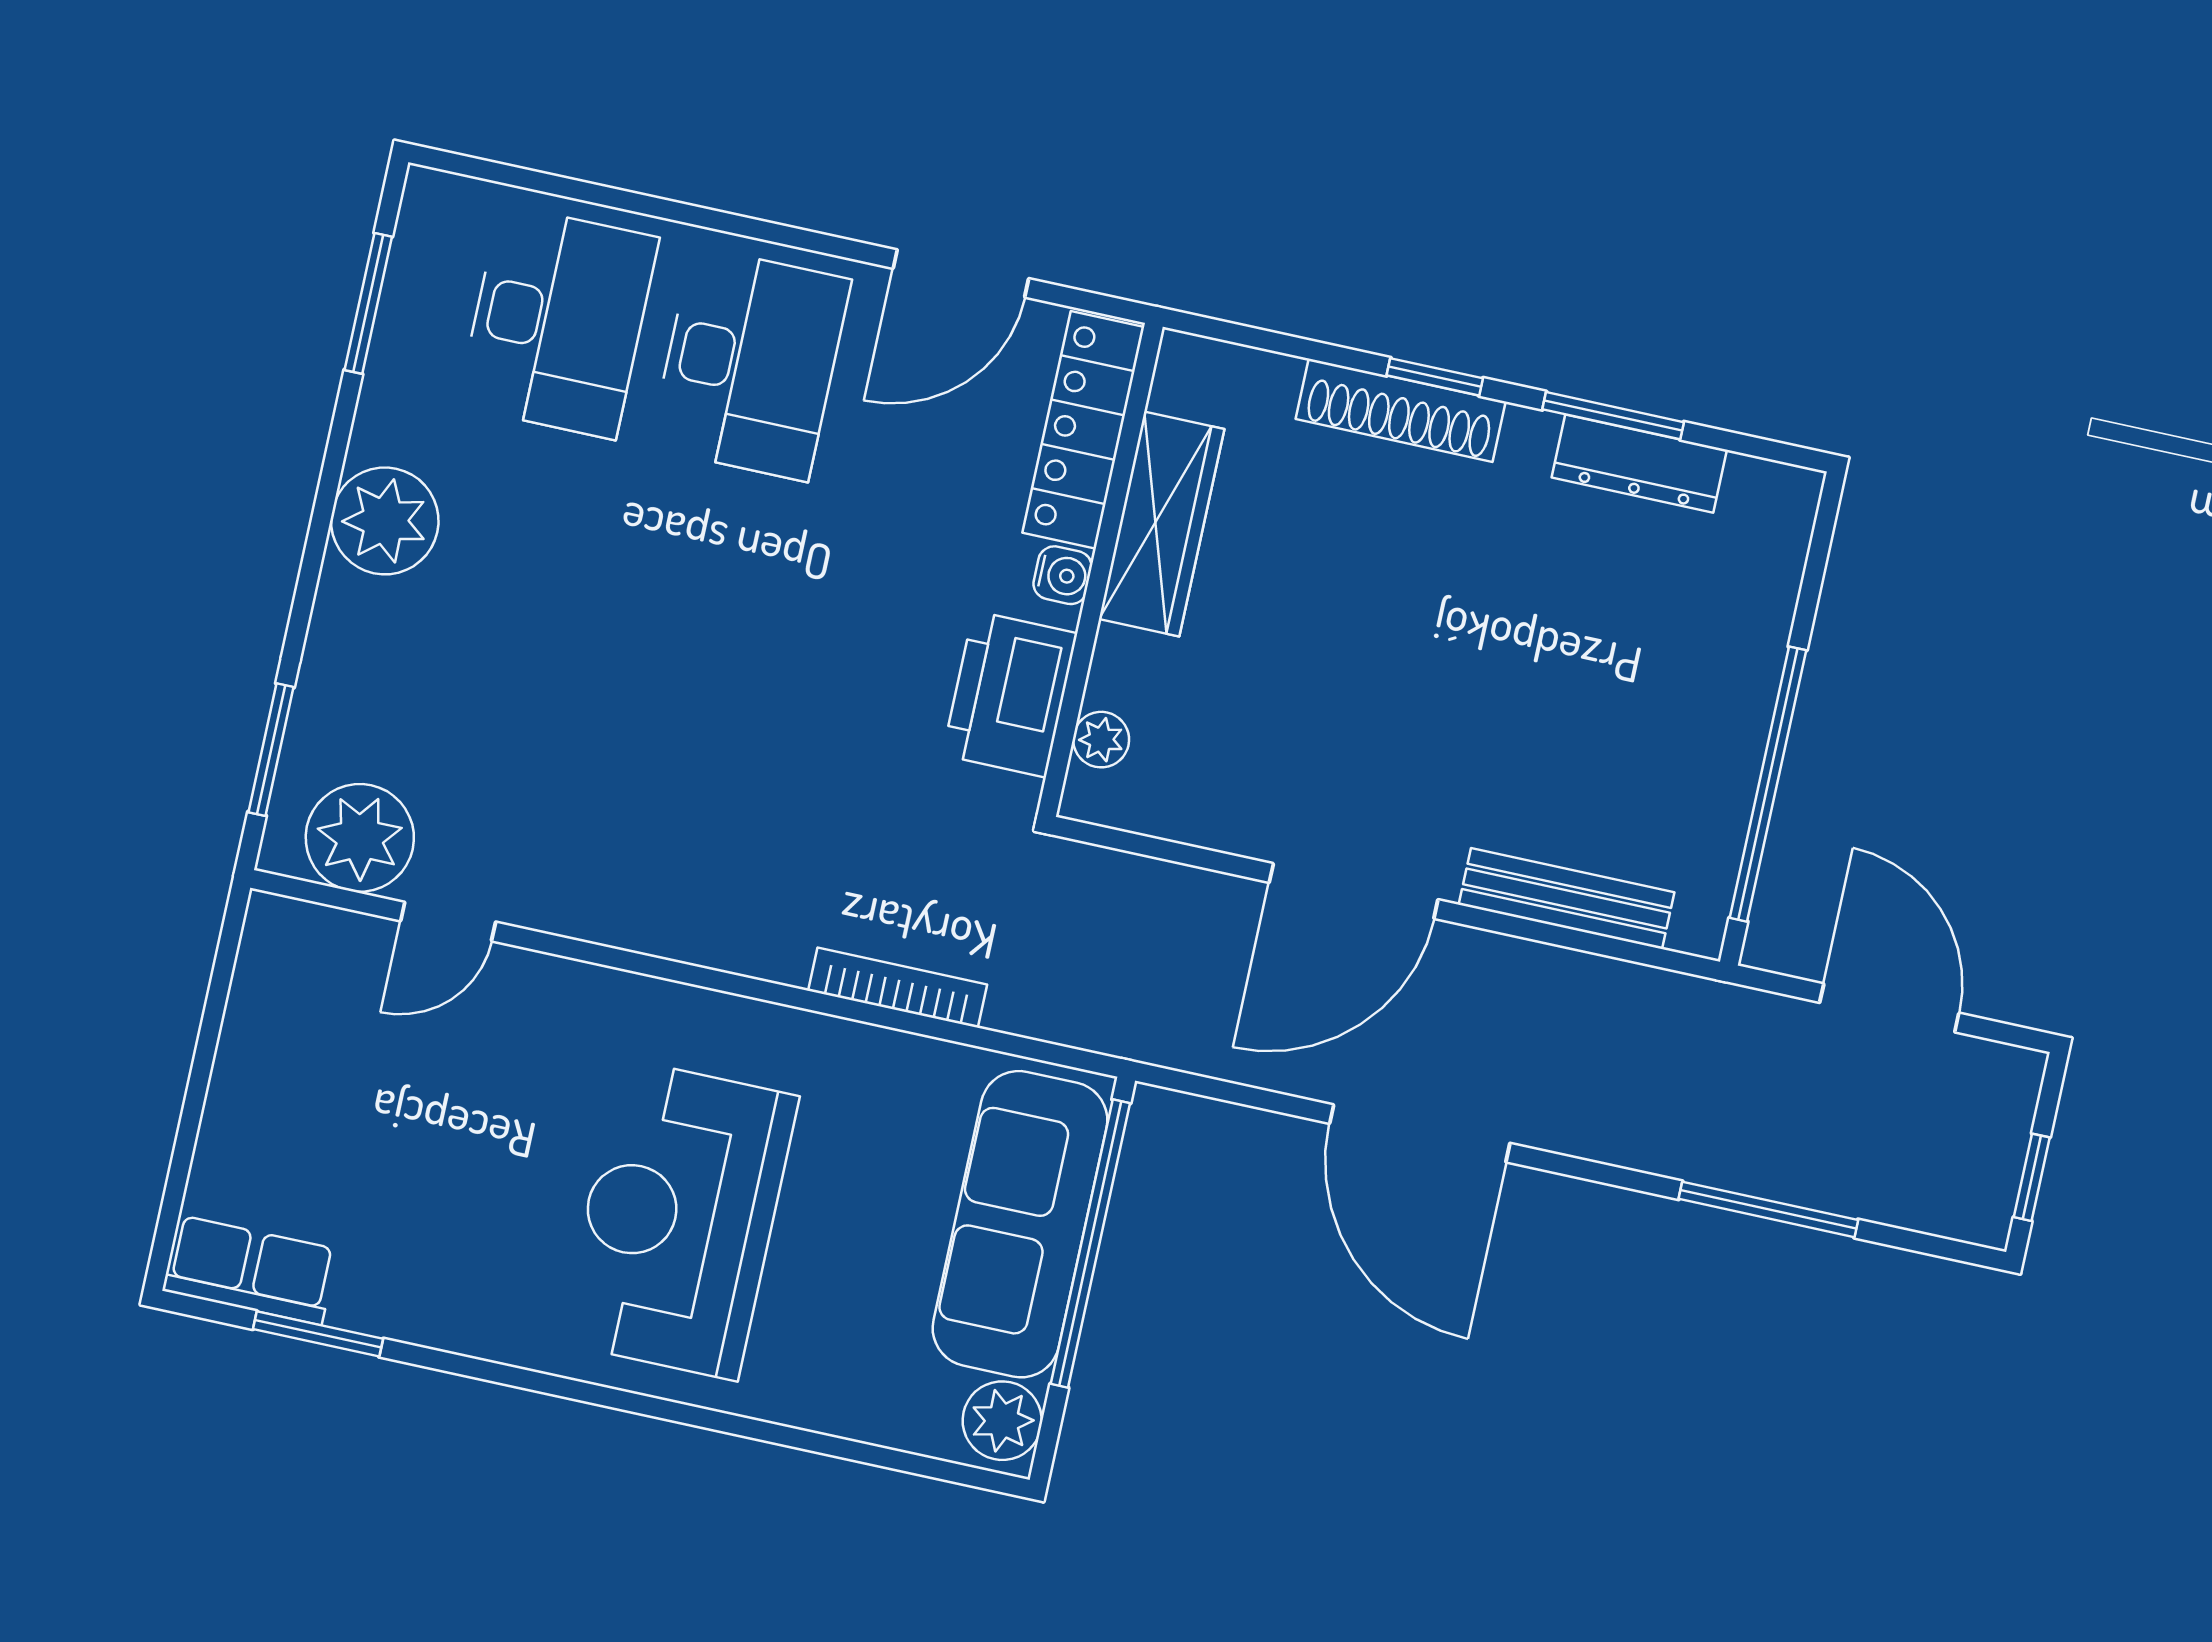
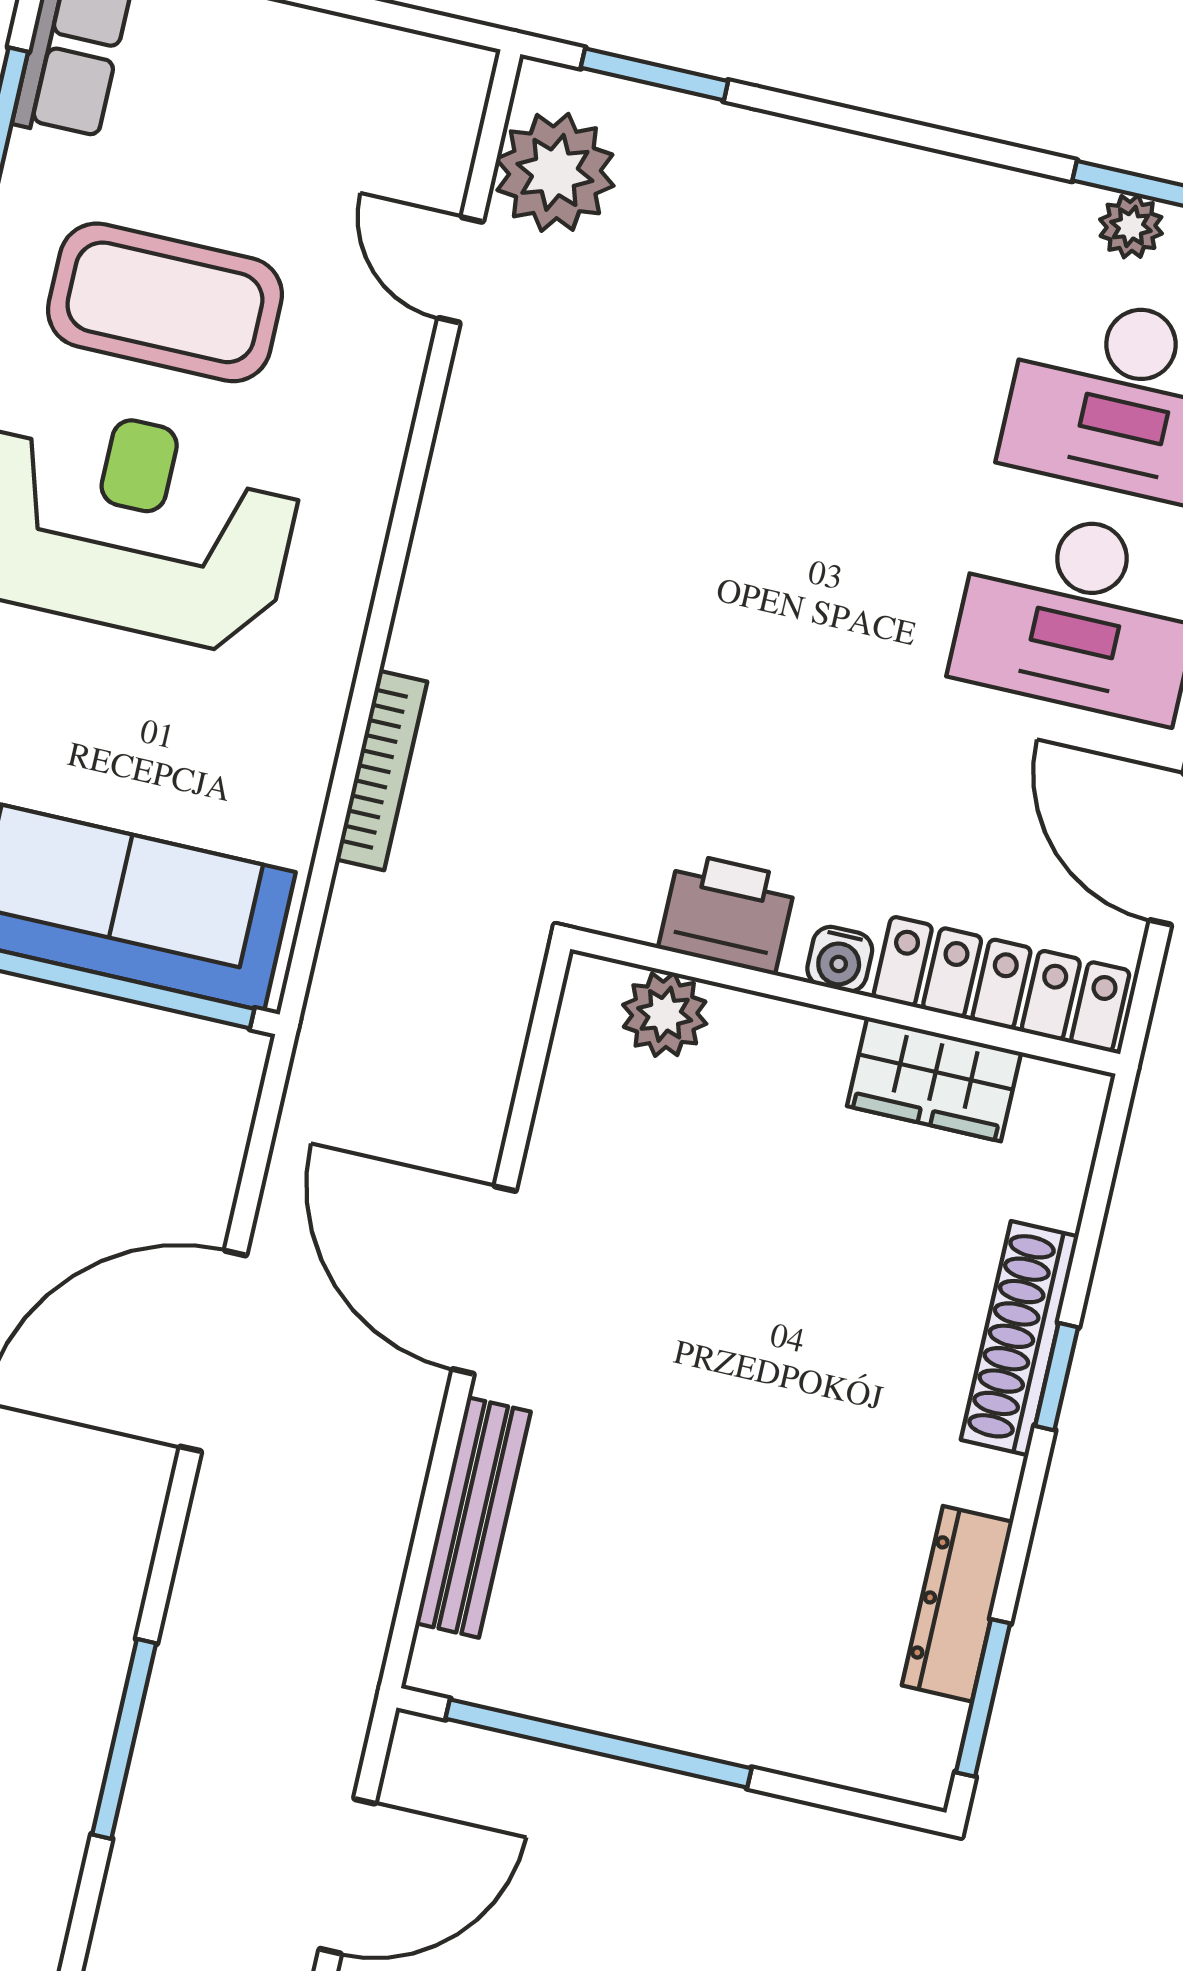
window: (1613, 416) -> (983, 1698), moved
plant: (385, 521) -> (1131, 226), moved, width x0.53, depth x0.53
wardrobe: (1162, 524) -> (934, 1079), width x0.67
printer: (1010, 694) -> (727, 913), width x0.73, depth x0.84
plant: (1101, 740) -> (665, 1014), width x1.38, depth x1.38
coffee table: (480, 1186) -> (165, 302), added

